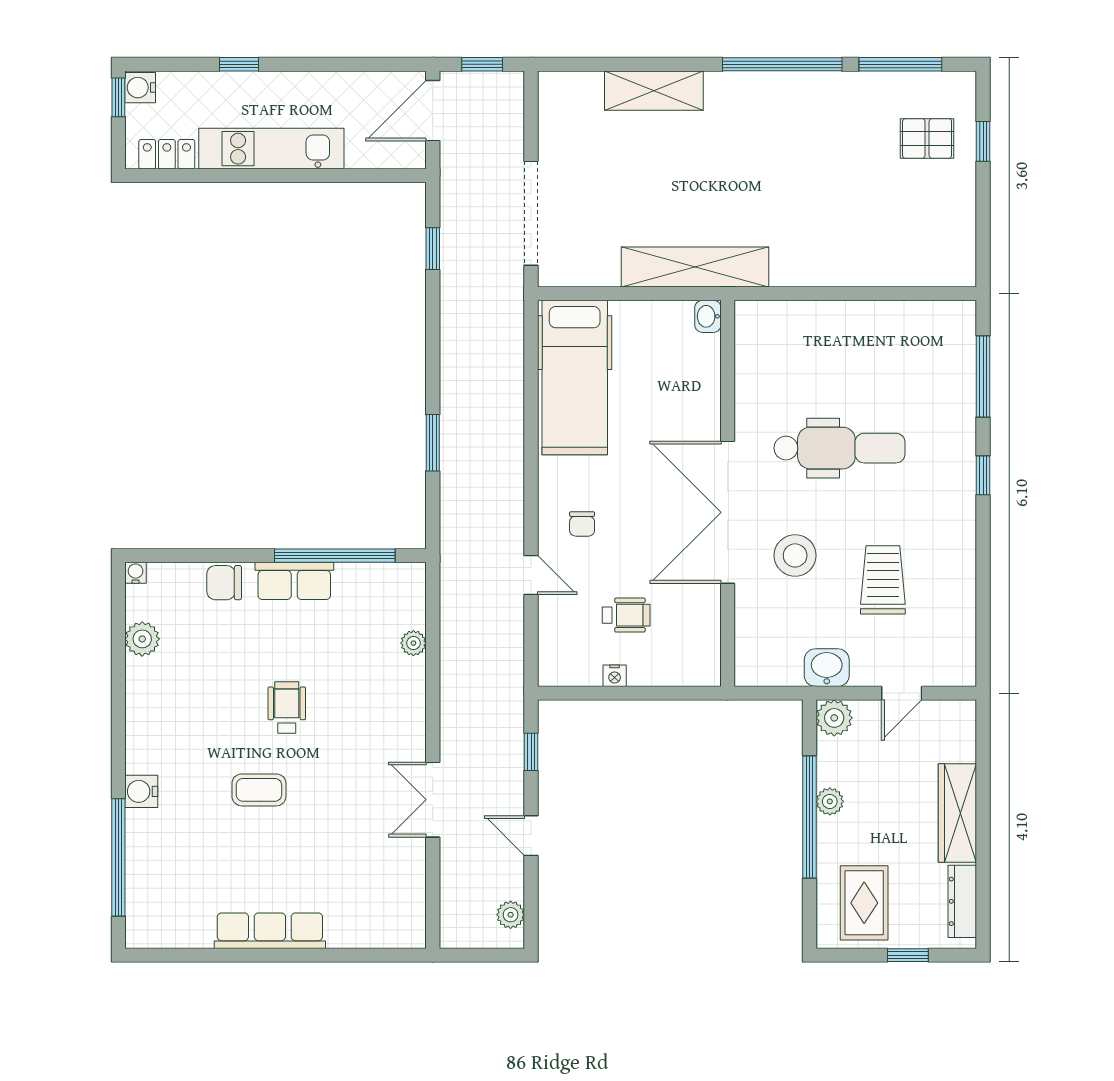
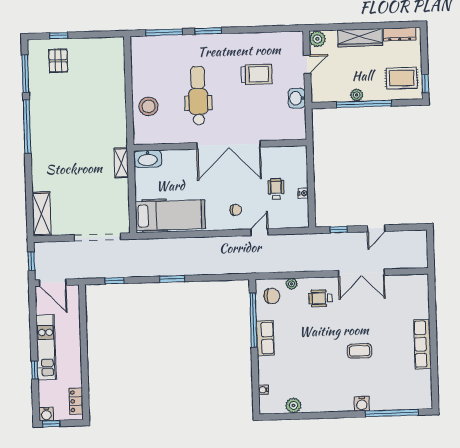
shelving: (654, 91) -> (42, 214), moved
kitchen unit: (271, 149) -> (46, 347), moved, turned 180
shelving: (695, 267) -> (121, 163), width x0.45, depth x0.75
washbasin: (708, 316) -> (148, 159), width x1.91, depth x1.45
window: (433, 443) -> (172, 279), moved
window: (983, 475) -> (208, 31), width x1.50
stool: (795, 555) -> (148, 106), moved
water cooler: (136, 573) -> (263, 390), moved
trolley: (883, 580) -> (257, 74), turned 180
chair: (224, 583) -> (272, 296), moved, turned -90
door: (902, 693) -> (307, 64), hinge flipped
wheelchair: (287, 707) -> (321, 298), moved
plant: (834, 718) -> (317, 39), moved
coffee table: (259, 790) -> (360, 351), turned 90
double door: (433, 800) -> (361, 273), width x1.37
plant: (511, 915) -> (412, 236), removed
window: (908, 955) -> (425, 83), moved

